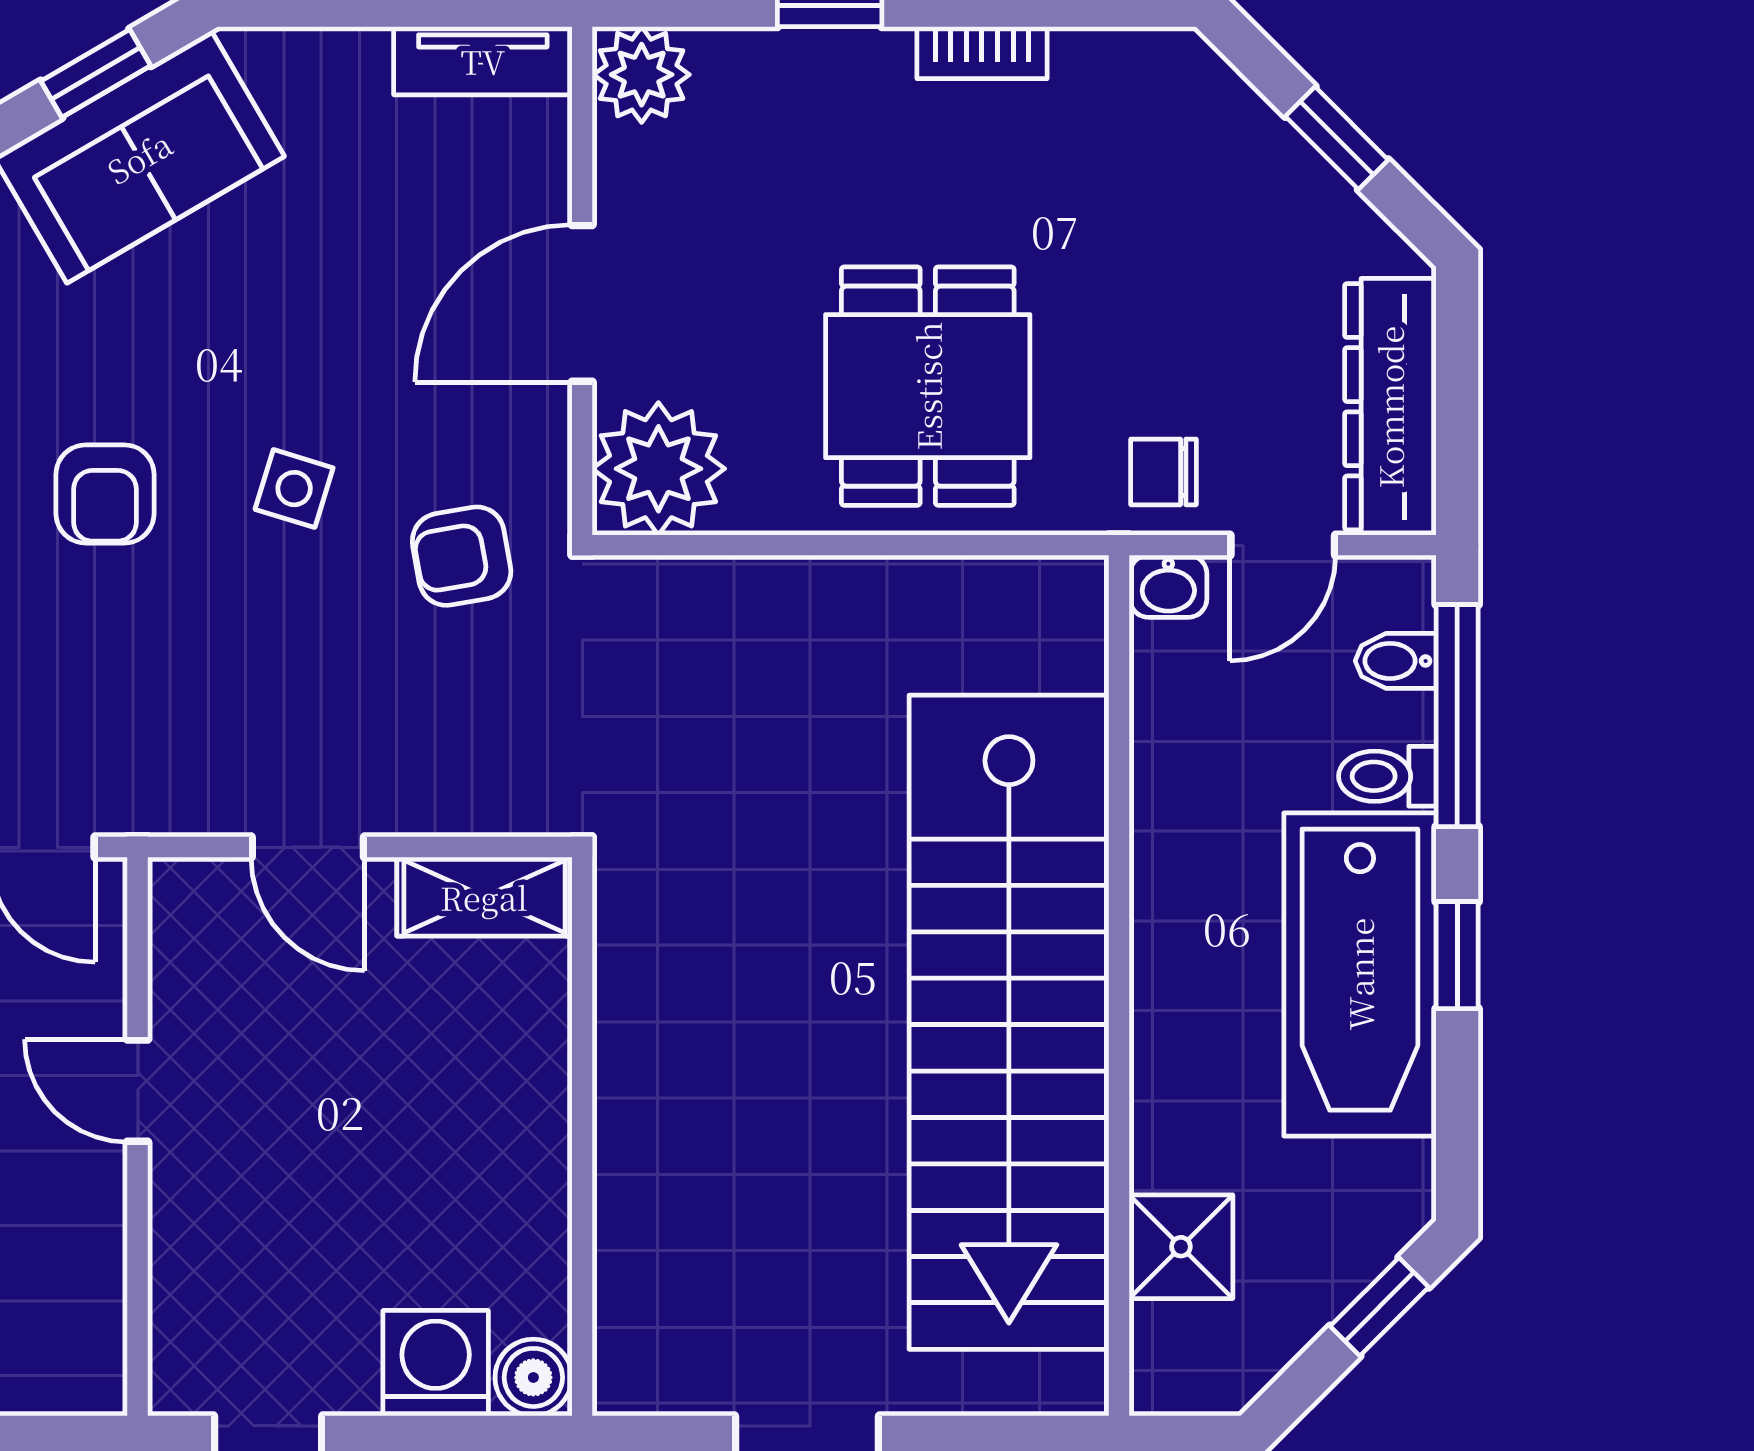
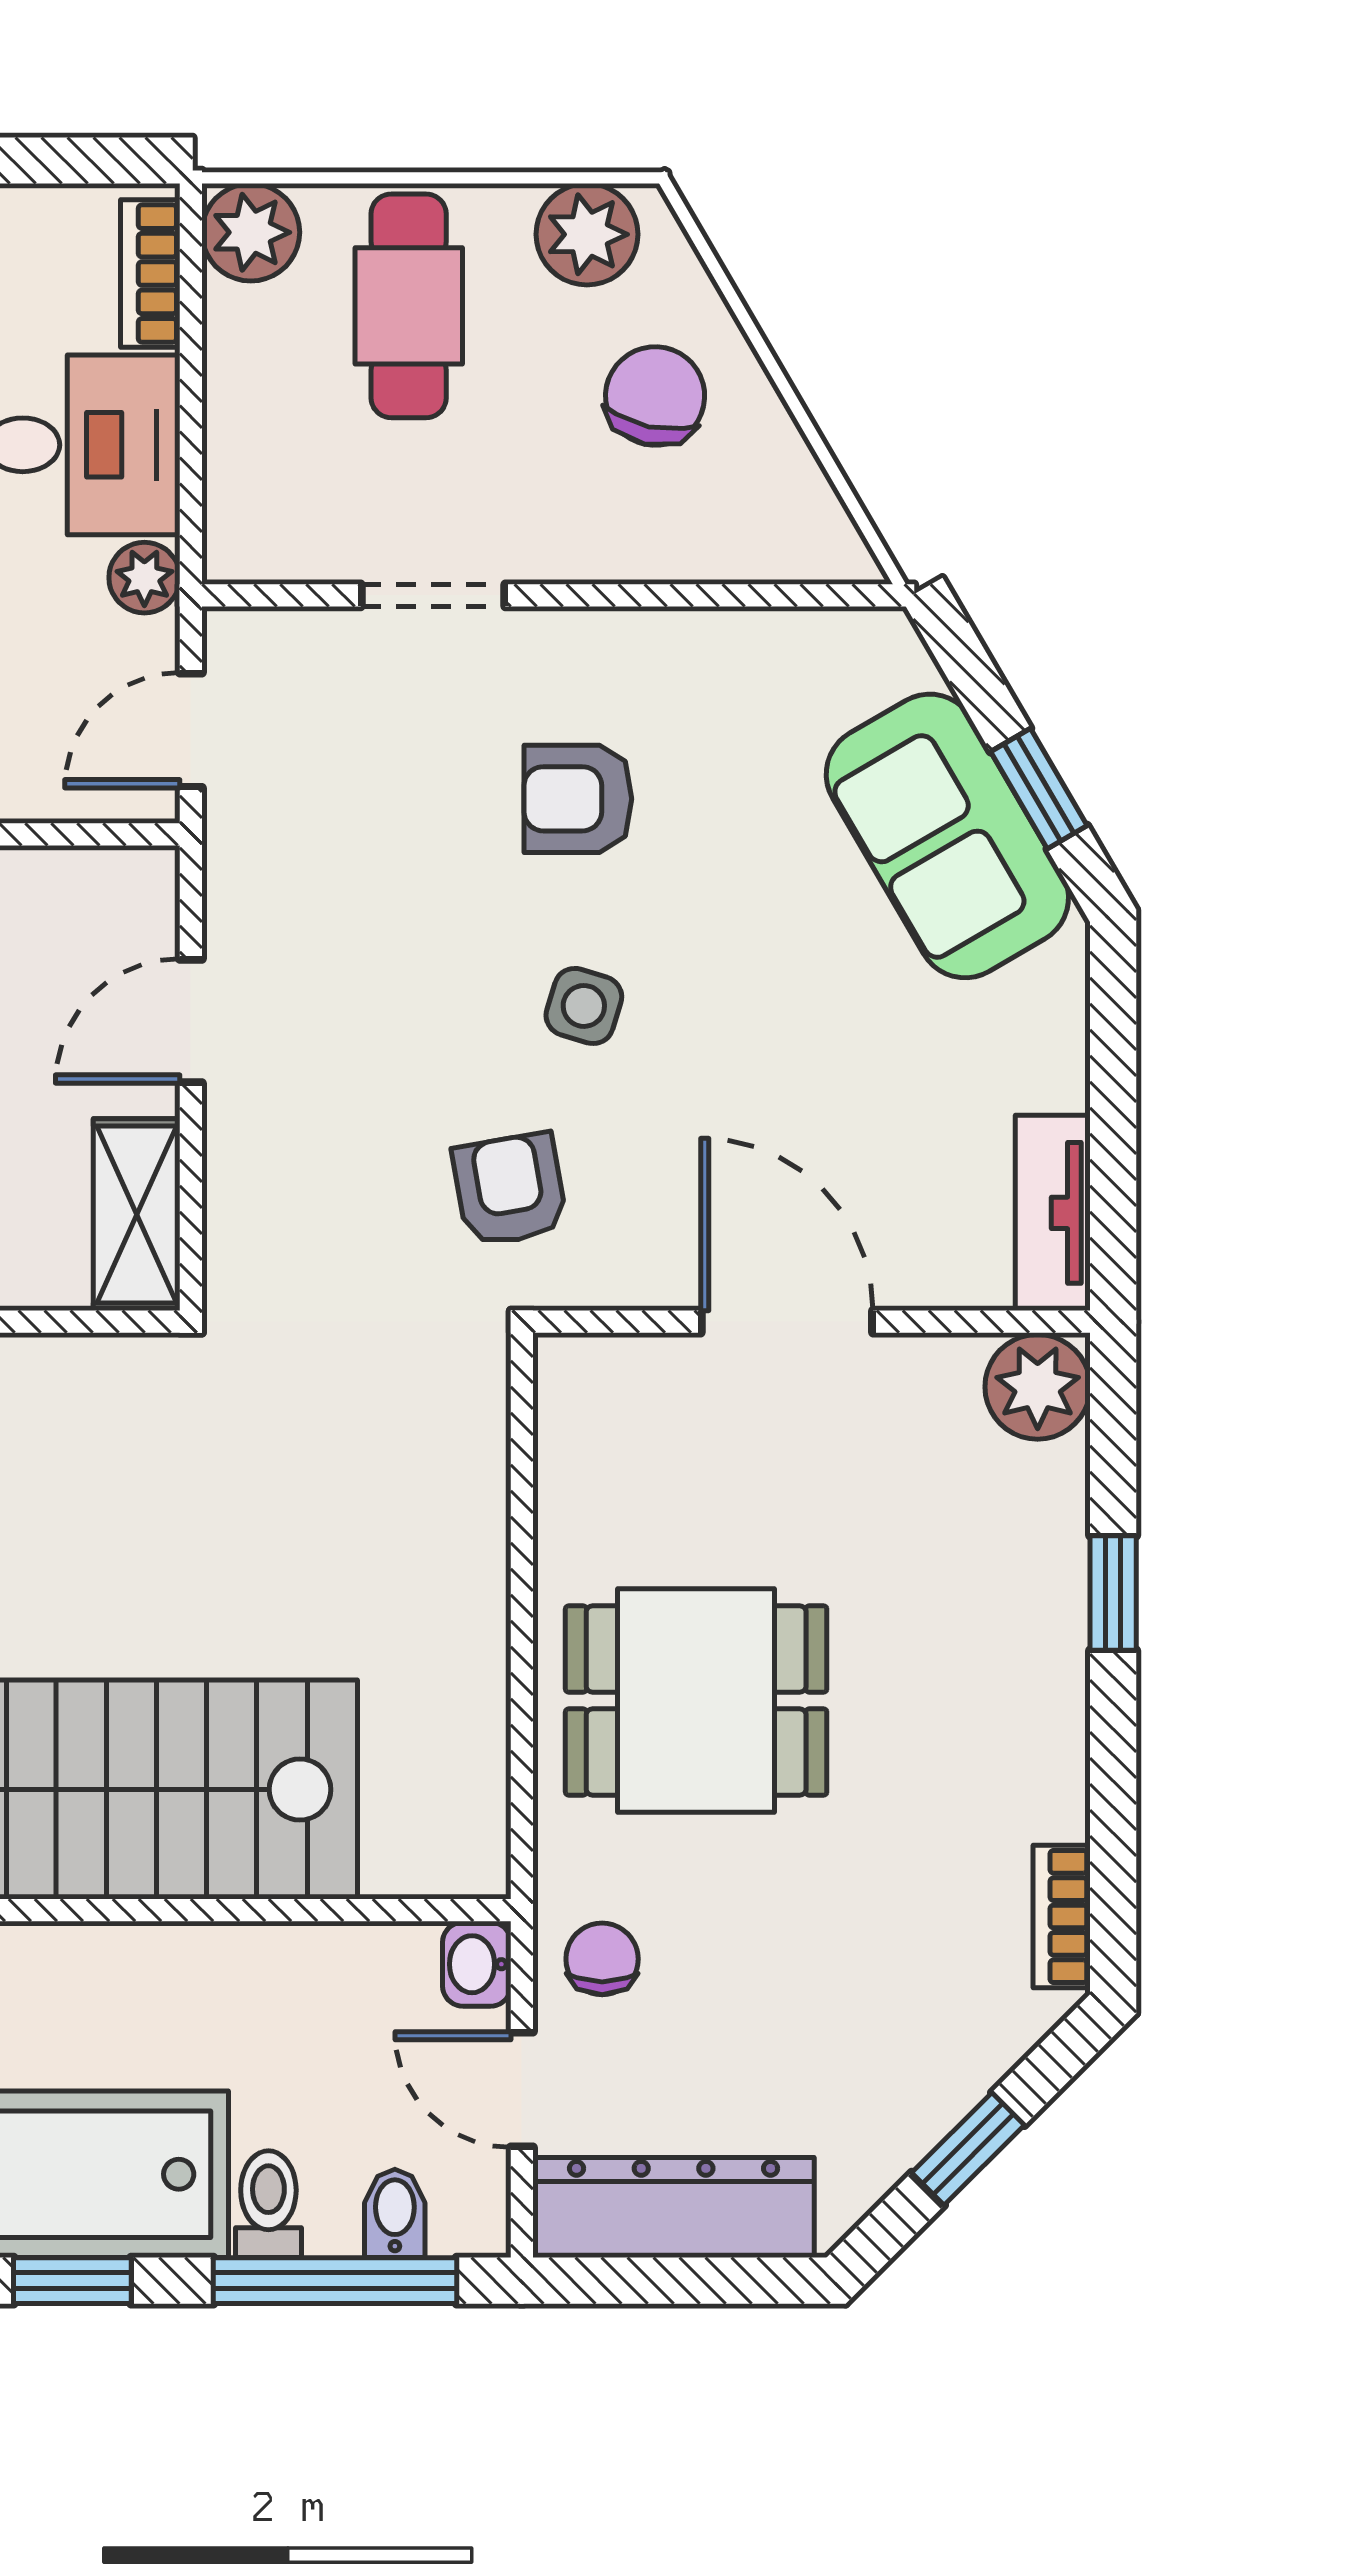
bookcase: (982, 53) -> (1062, 1917), moved
plant: (658, 469) -> (606, 1405), removed

